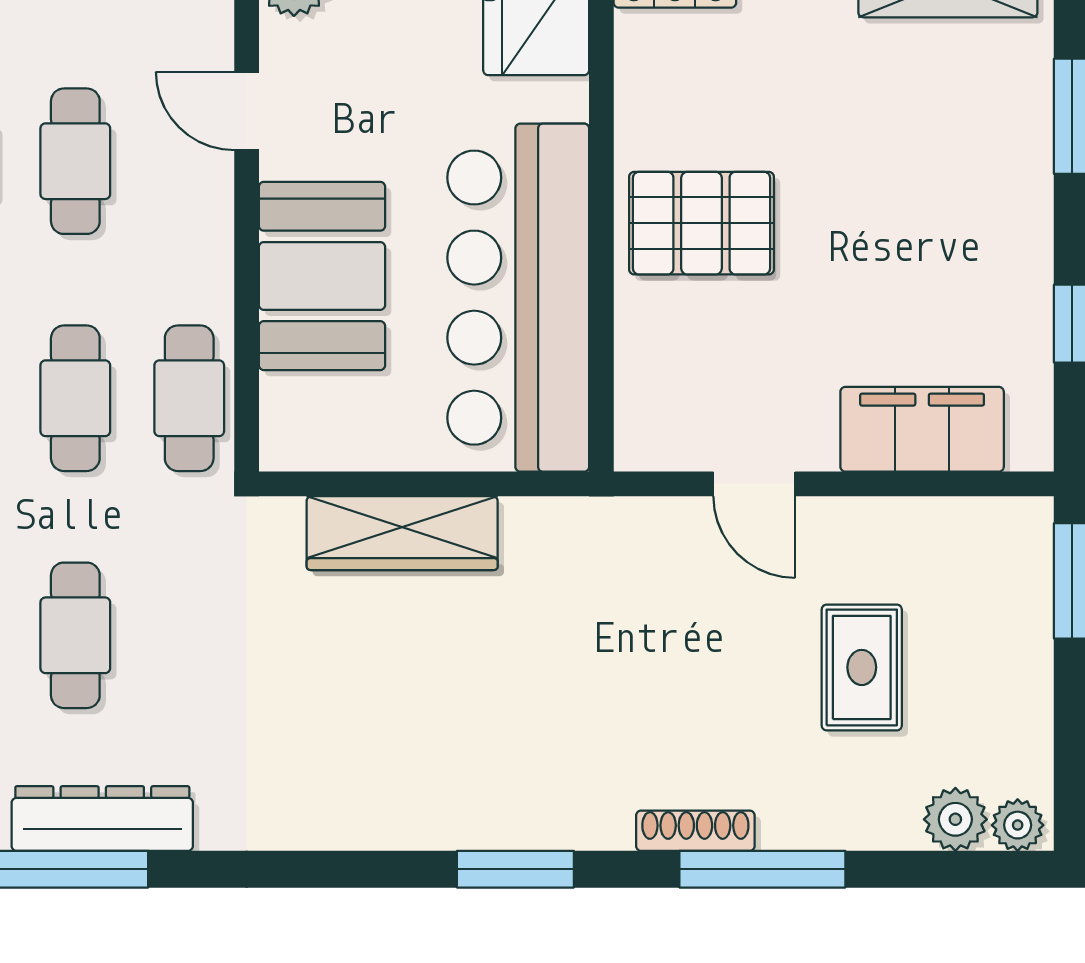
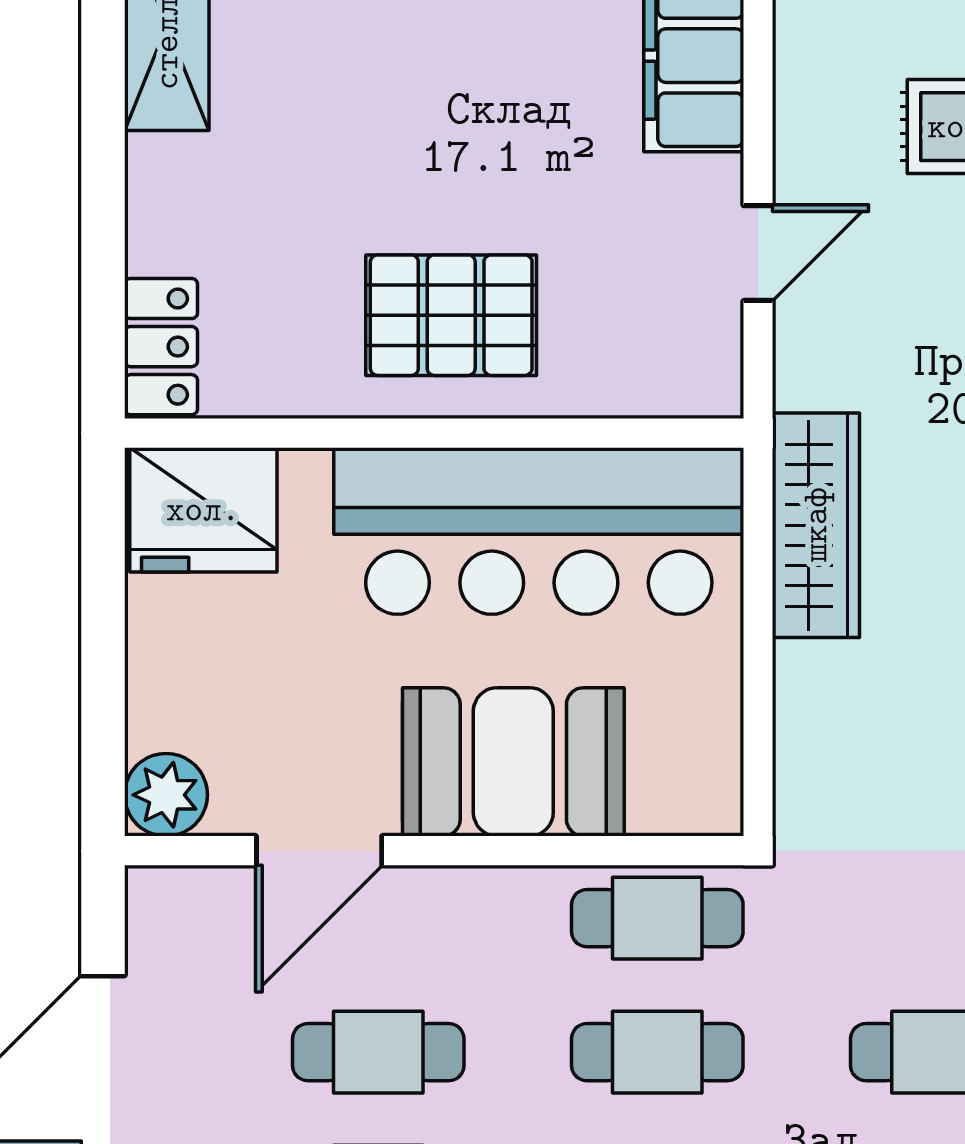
door: (247, 111) -> (319, 851), width x1.37
pallet: (701, 223) -> (451, 315), turned 90
wardrobe: (402, 533) -> (816, 525), moved

